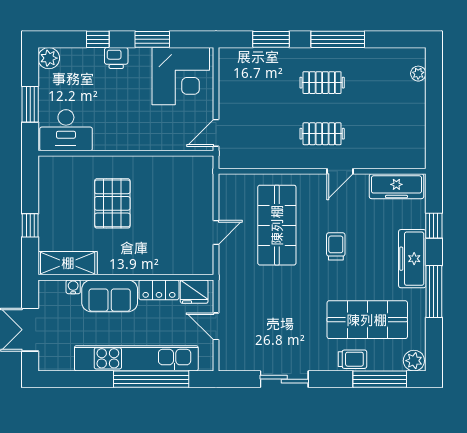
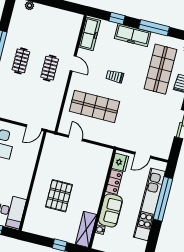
door: (216, 133) -> (34, 128), hinge flipped
pallet: (112, 203) -> (59, 196), turned 90
door: (216, 232) -> (75, 138), moved

